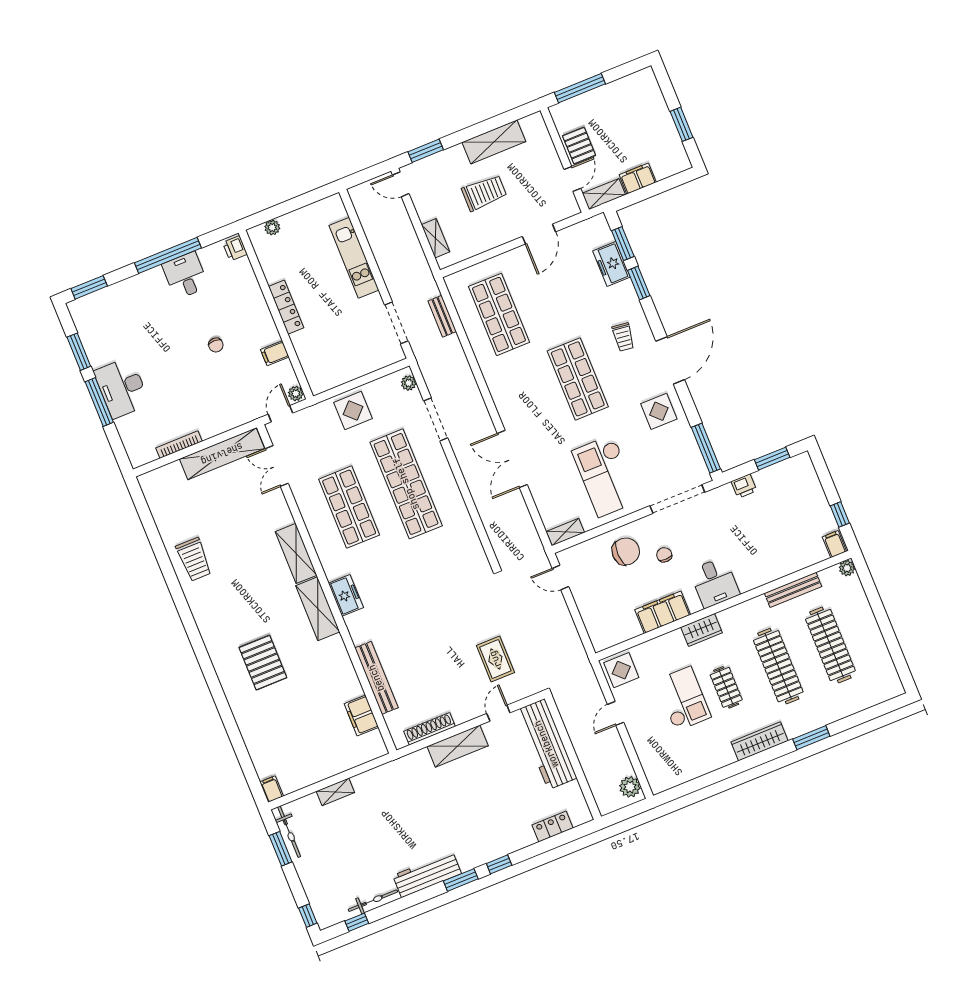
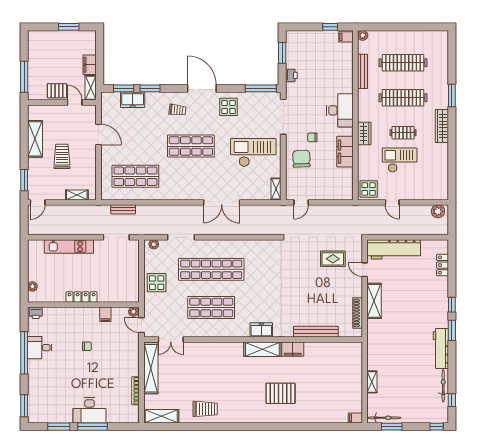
checkout: (606, 476) -> (253, 153), turned 180
shelving: (296, 553) -> (161, 416), moved
desk: (715, 582) -> (340, 110), width x1.37
filing cabinet: (361, 716) -> (293, 349), moved

